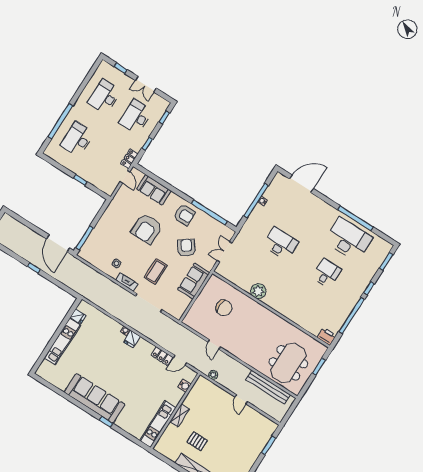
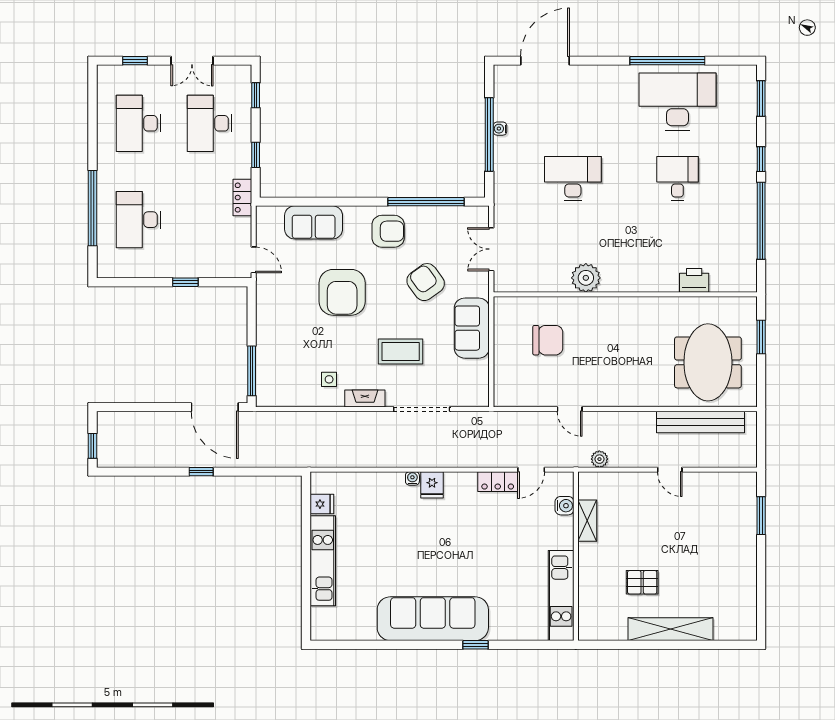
door: (125, 177) -> (254, 260), moved
coffee table: (156, 271) -> (401, 351), turned 90
printer: (327, 336) -> (694, 280), moved
shelving: (180, 415) -> (587, 521), moved

